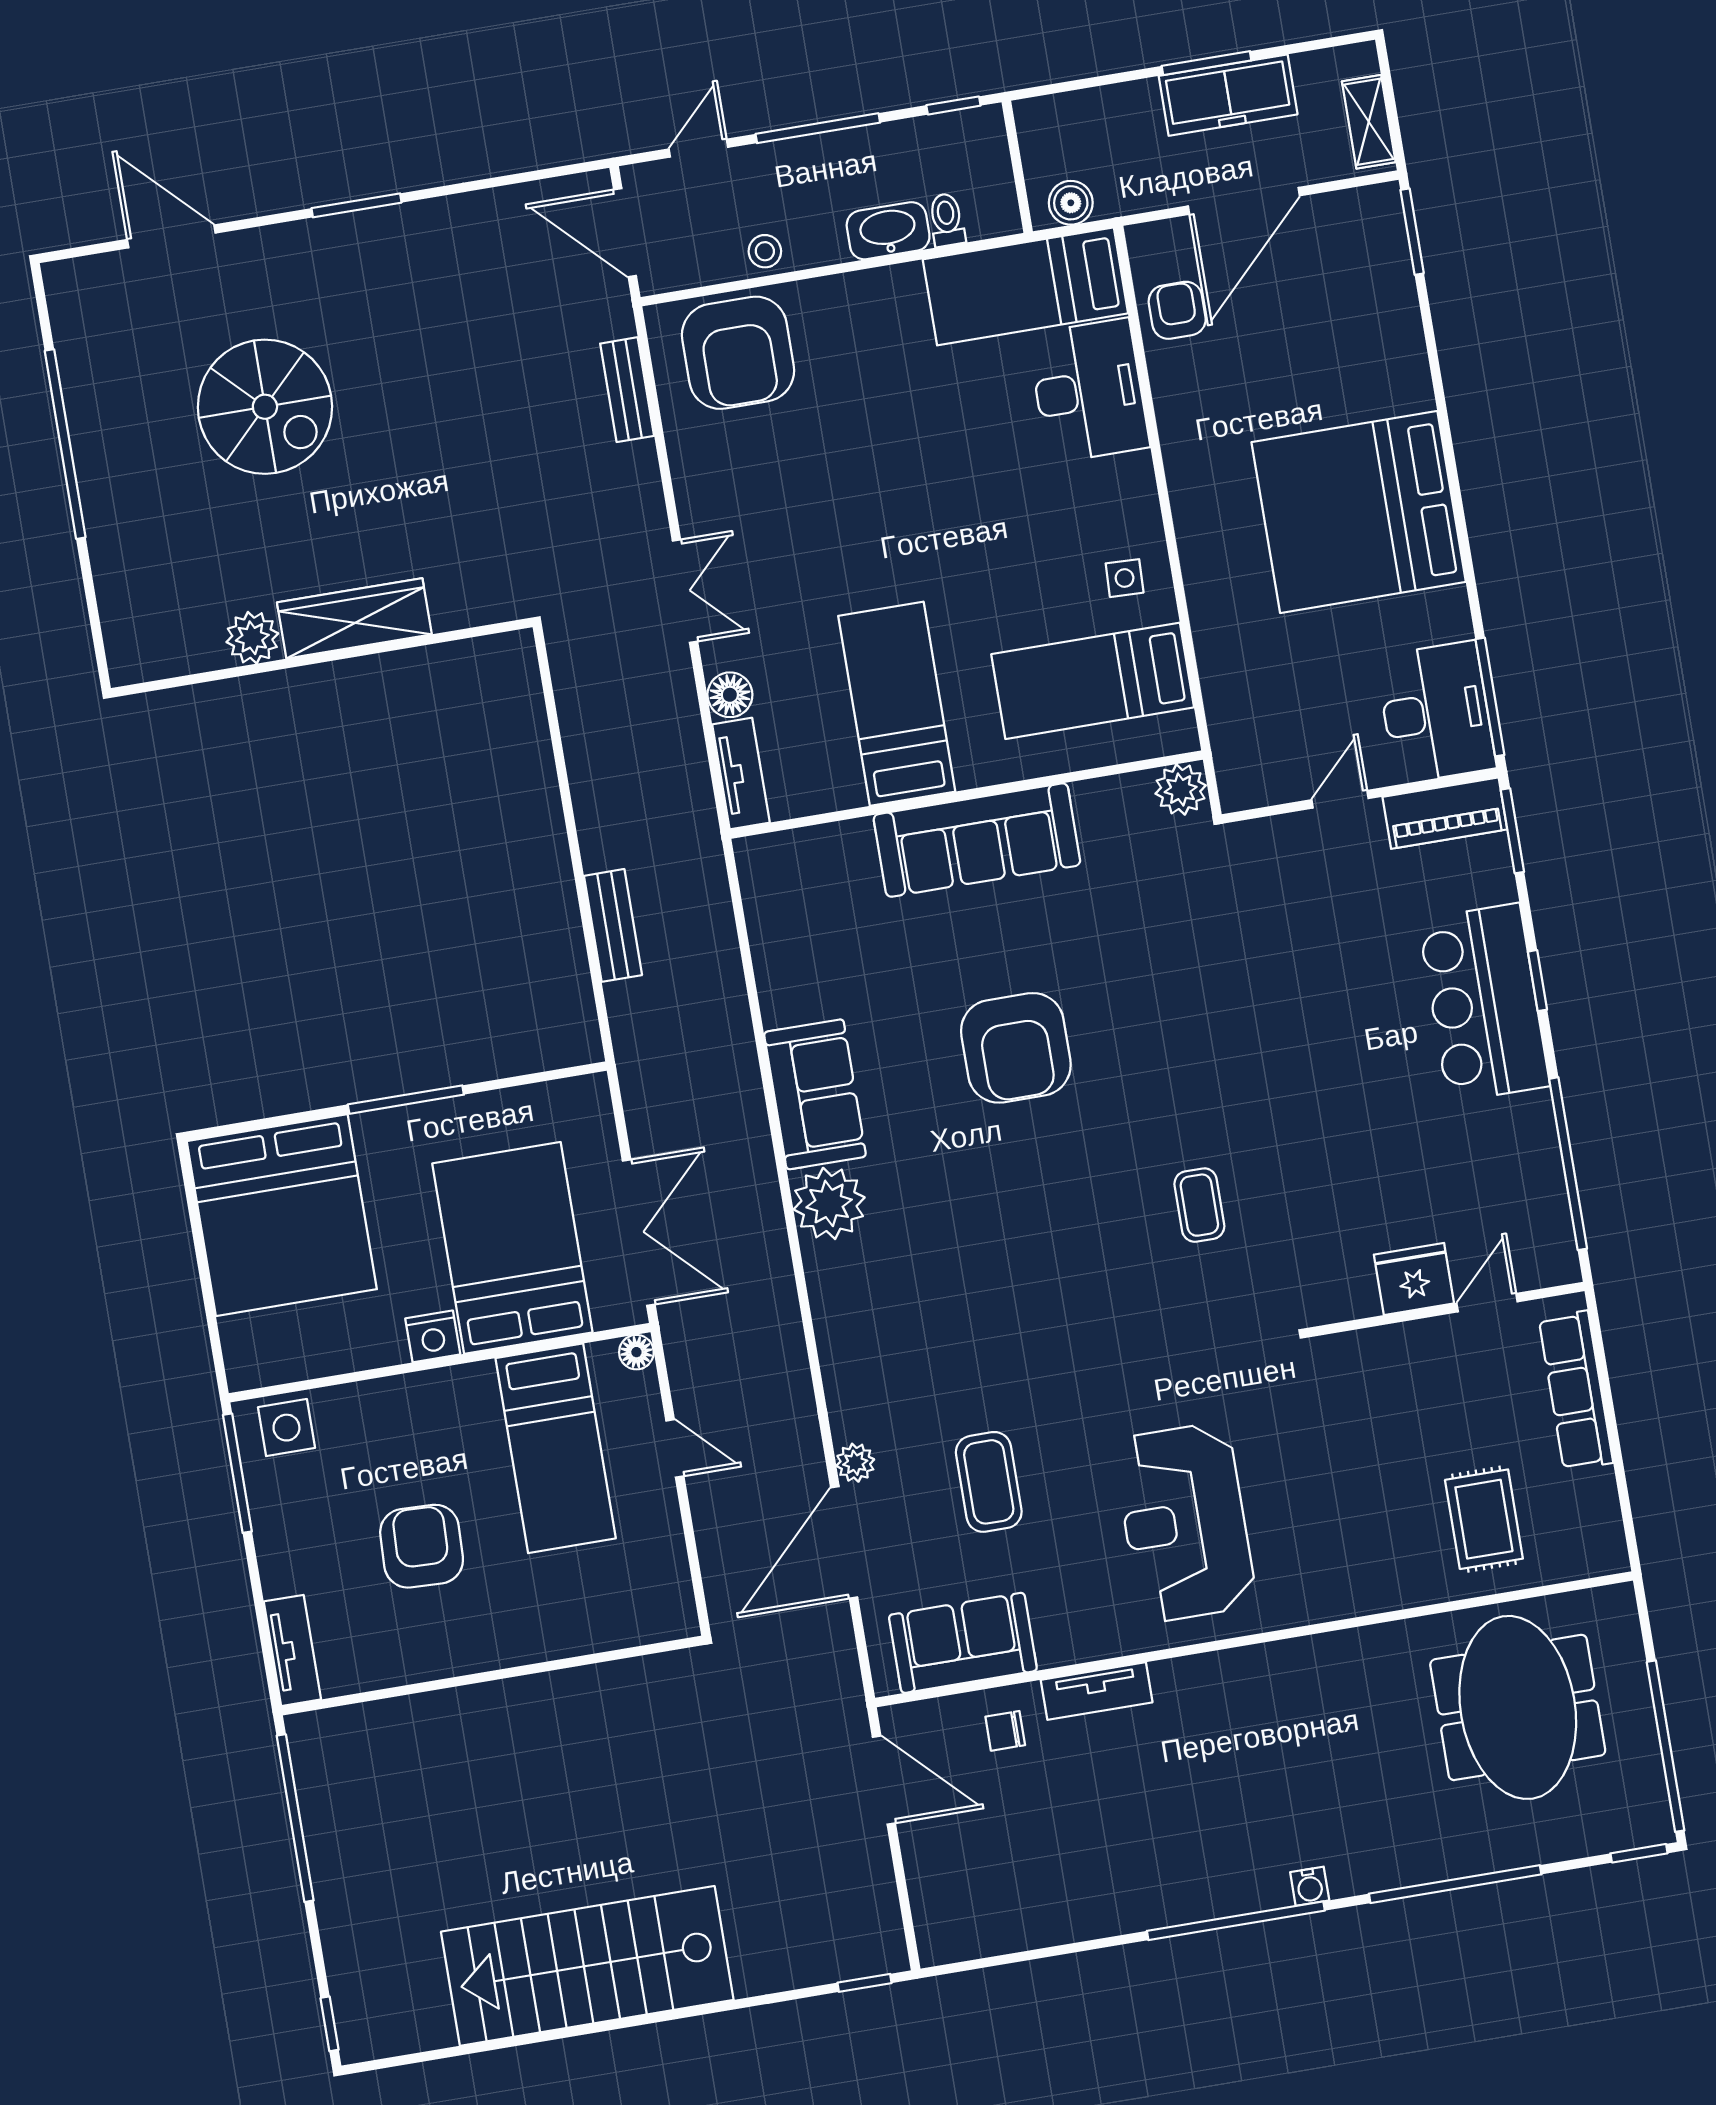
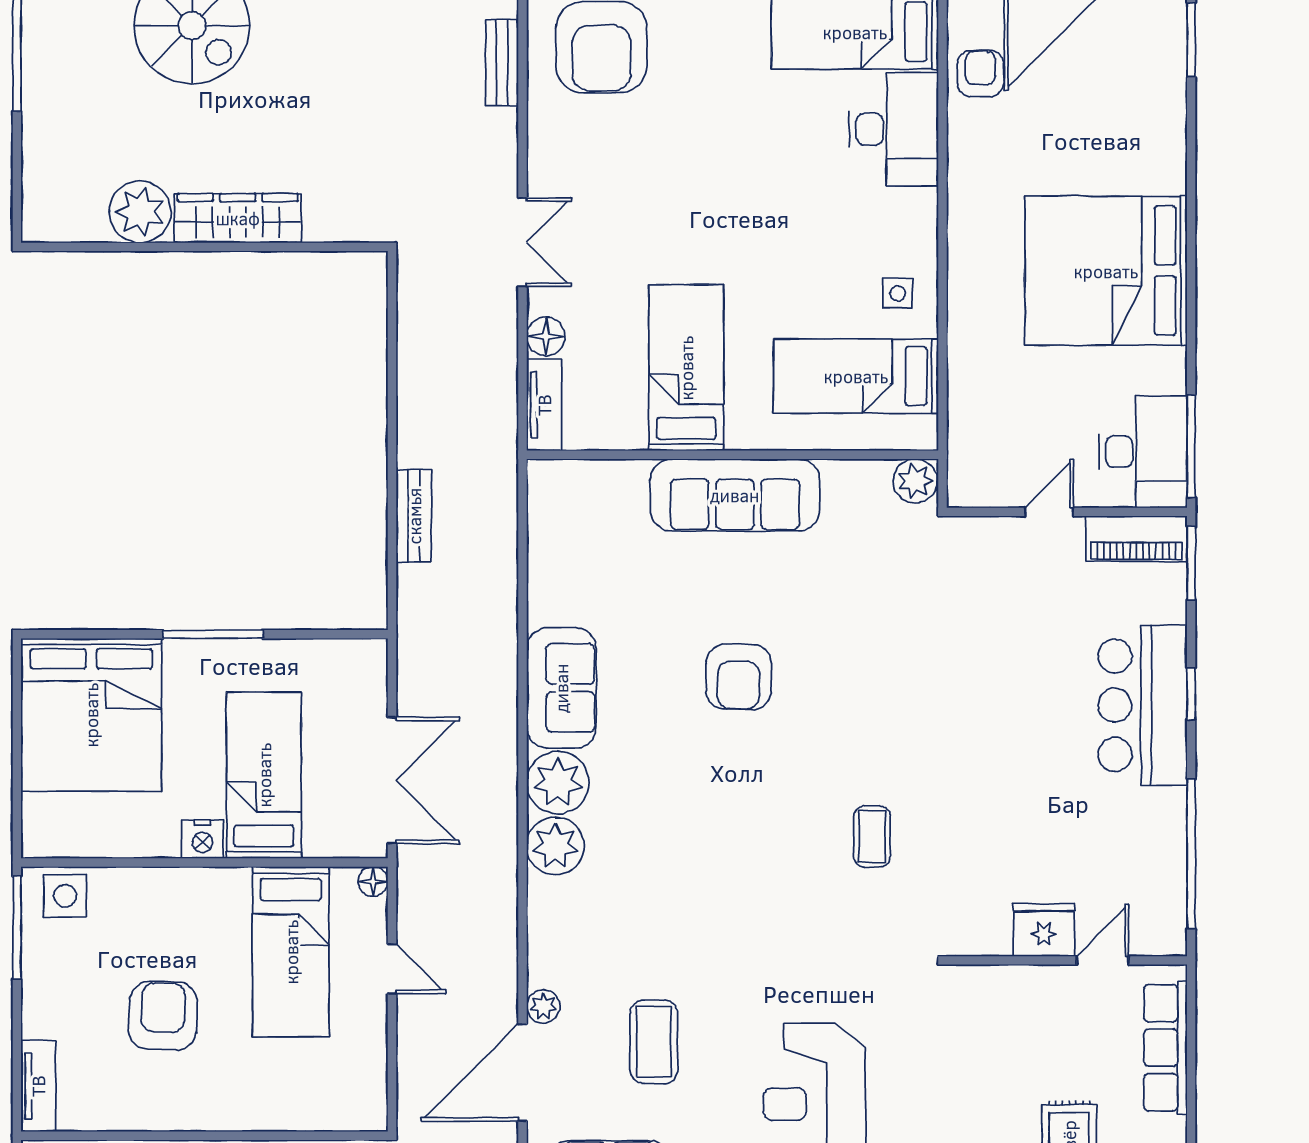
plant: (252, 638) -> (140, 212), width x1.36, depth x1.36
armchair: (1016, 1048) -> (739, 677), width x0.73, depth x0.73
bed: (512, 1248) -> (264, 775), width x0.67
plant: (839, 1276) -> (555, 846), added

